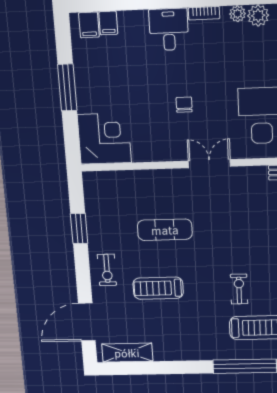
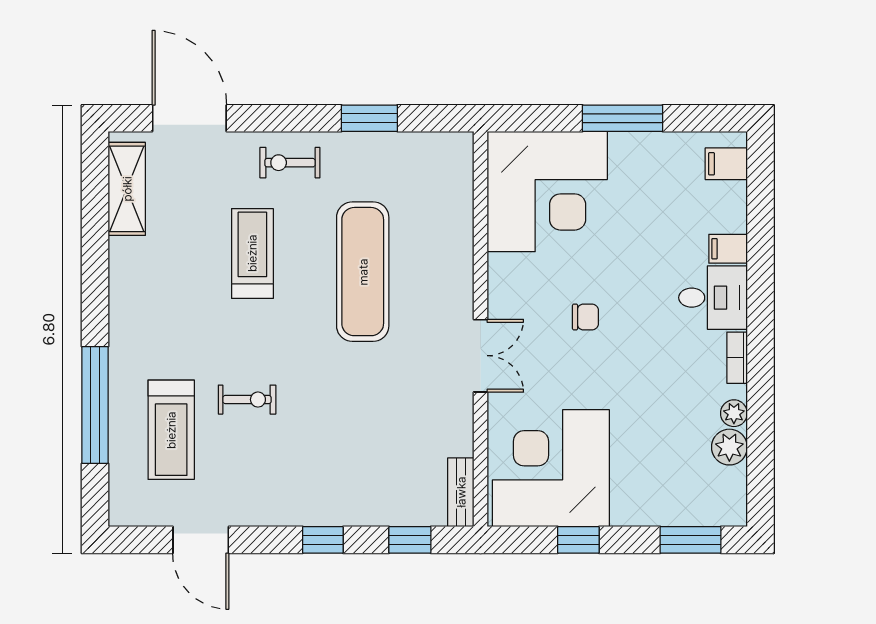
filing cabinet: (108, 23) -> (728, 249), moved
corner desk: (104, 139) -> (547, 192), width x1.36, depth x1.36
exercise mat: (165, 230) -> (363, 272), width x1.36, depth x1.45

